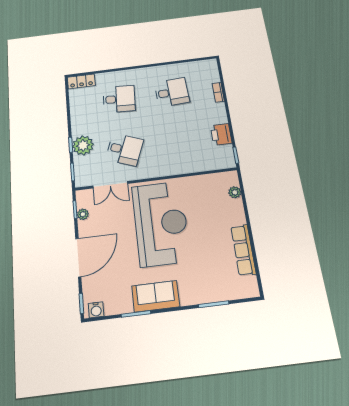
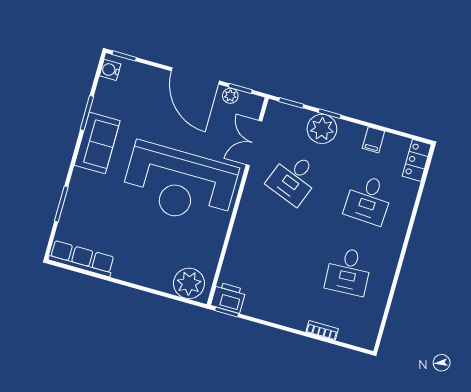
filing cabinet: (78, 111) -> (373, 140), added
printer: (221, 134) -> (228, 298), moved
plant: (235, 192) -> (189, 283), width x1.87, depth x1.87
row of seats: (243, 250) -> (82, 259), moved
door: (78, 258) -> (195, 76), moved

